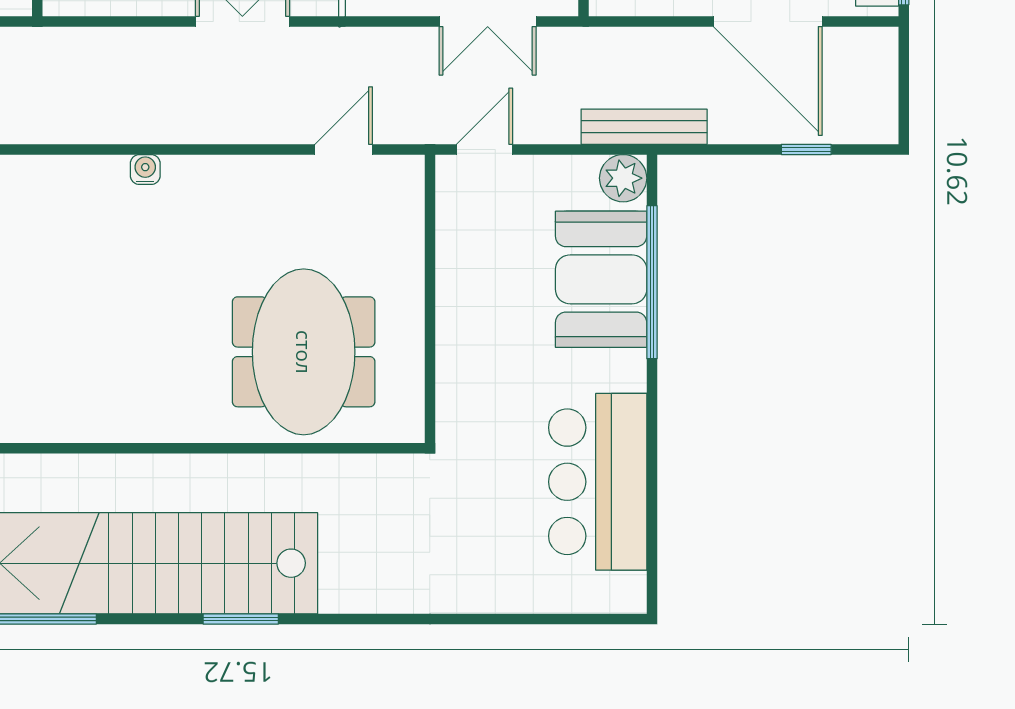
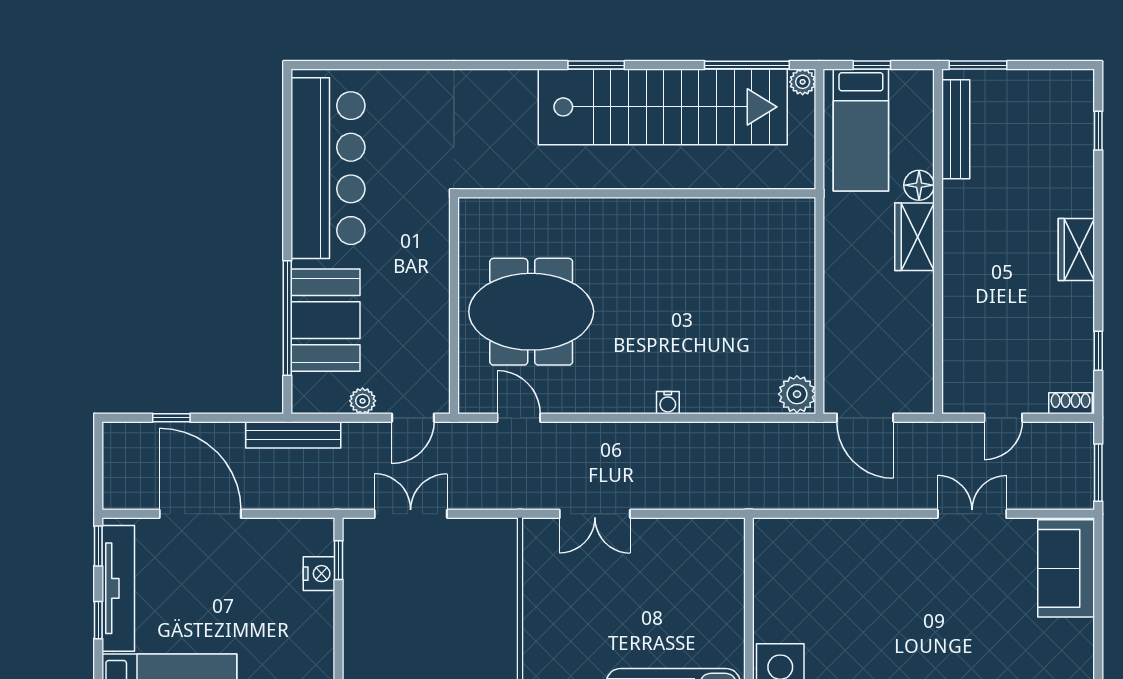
door: (344, 149) -> (519, 418), swing flipped
plant: (623, 178) -> (363, 401), moved, width x0.73, depth x0.73
meeting table: (304, 352) -> (531, 312), moved, turned 90
bar counter: (598, 482) -> (328, 168), width x1.36

